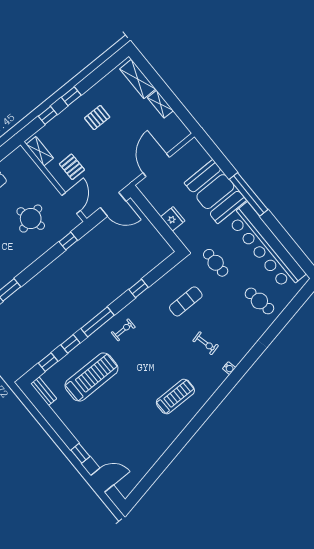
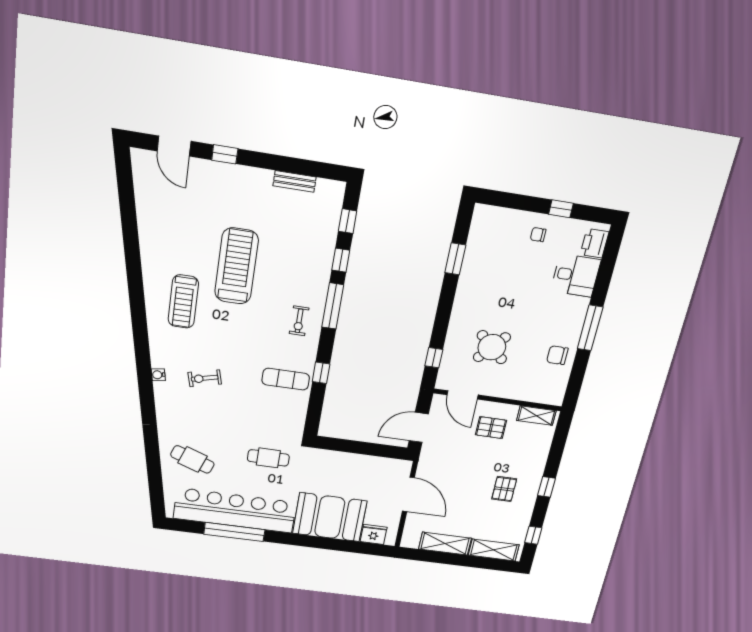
shelving: (160, 104) -> (445, 544), width x1.50, depth x1.33
window: (48, 115) -> (533, 535), moved
window: (249, 194) -> (234, 532), moved
round table: (31, 219) -> (492, 347), turned -33
fridge: (173, 219) -> (374, 534), moved, turned 180
exercise mat: (186, 301) -> (286, 379), moved, turned 90
cafe table: (259, 301) -> (192, 459), turned 30
treadmill: (91, 377) -> (237, 266), moved, turned 180
bench: (44, 391) -> (295, 181), moved
door: (102, 480) -> (174, 146), hinge flipped

